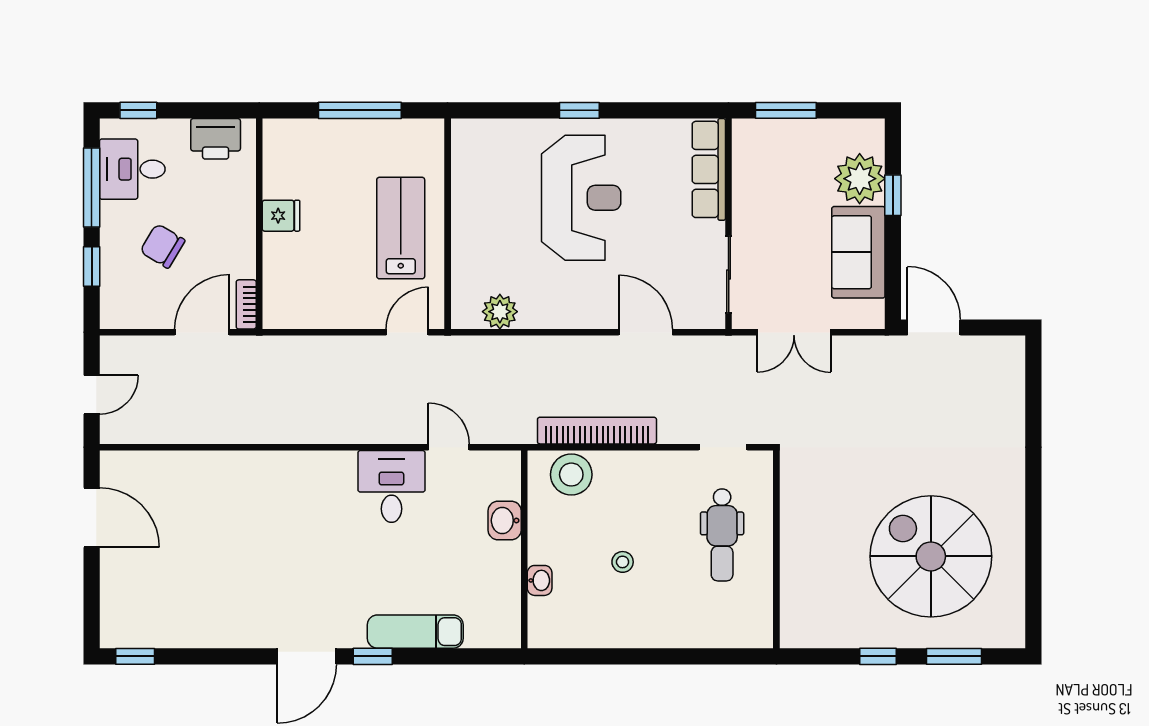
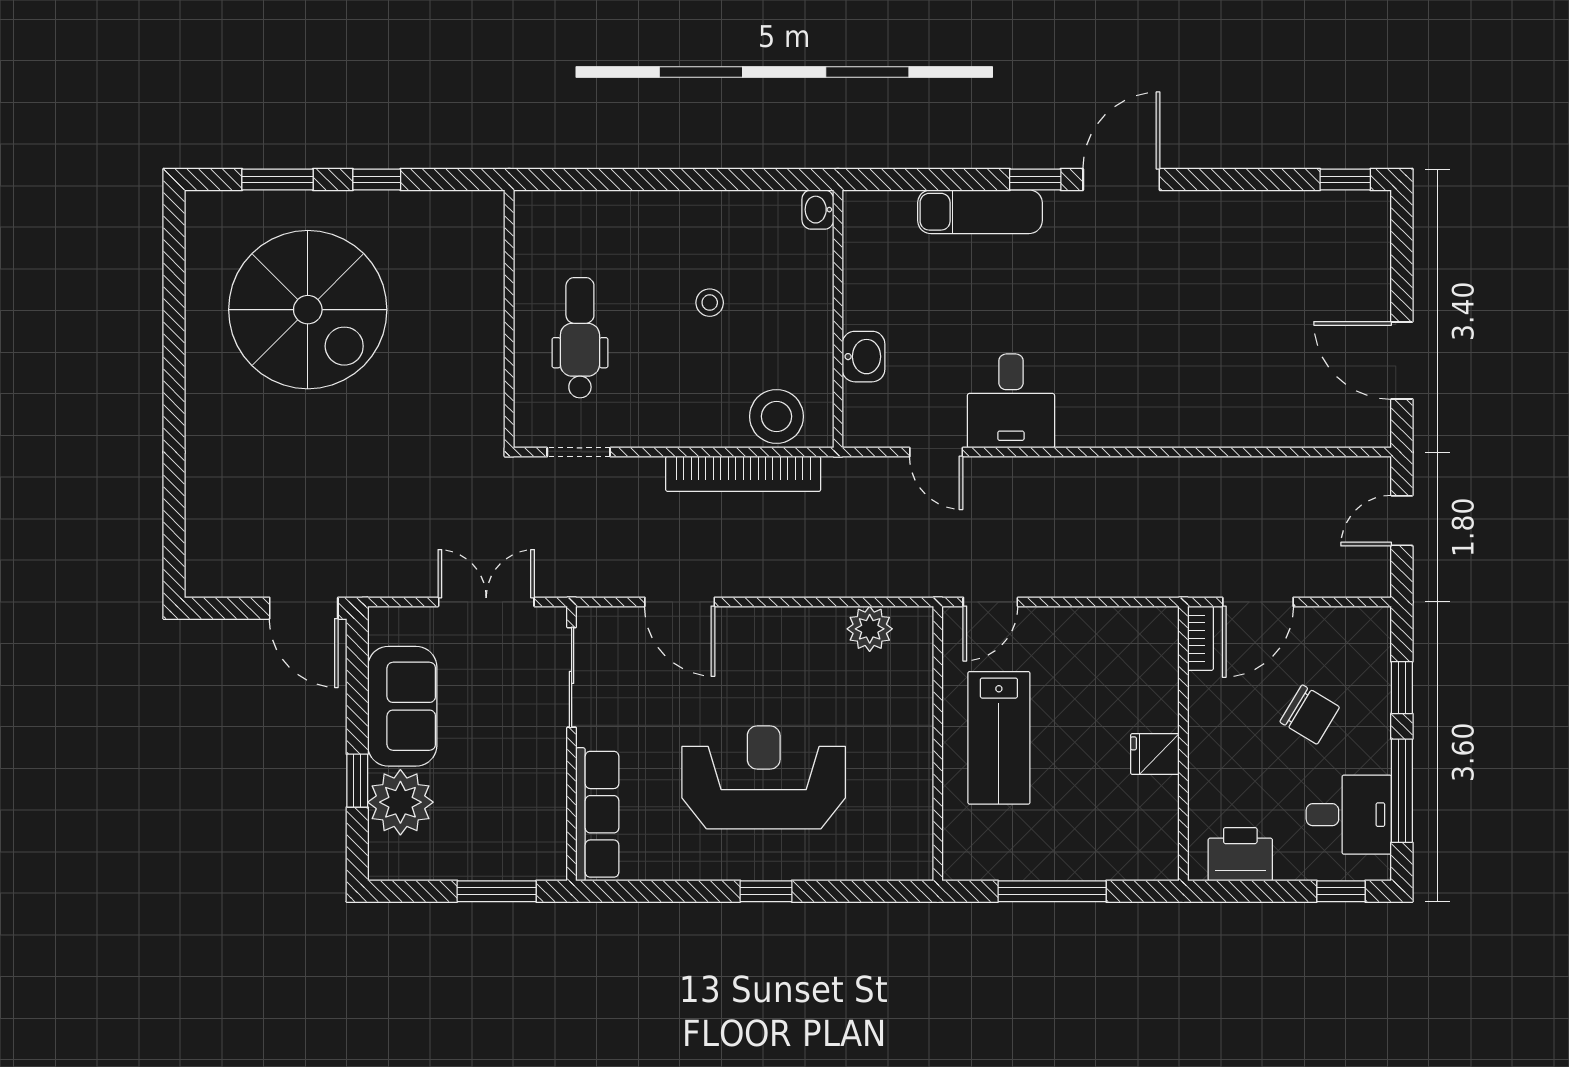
reception desk: (581, 198) -> (764, 777), turned 90
washbasin: (540, 580) -> (818, 210), moved

